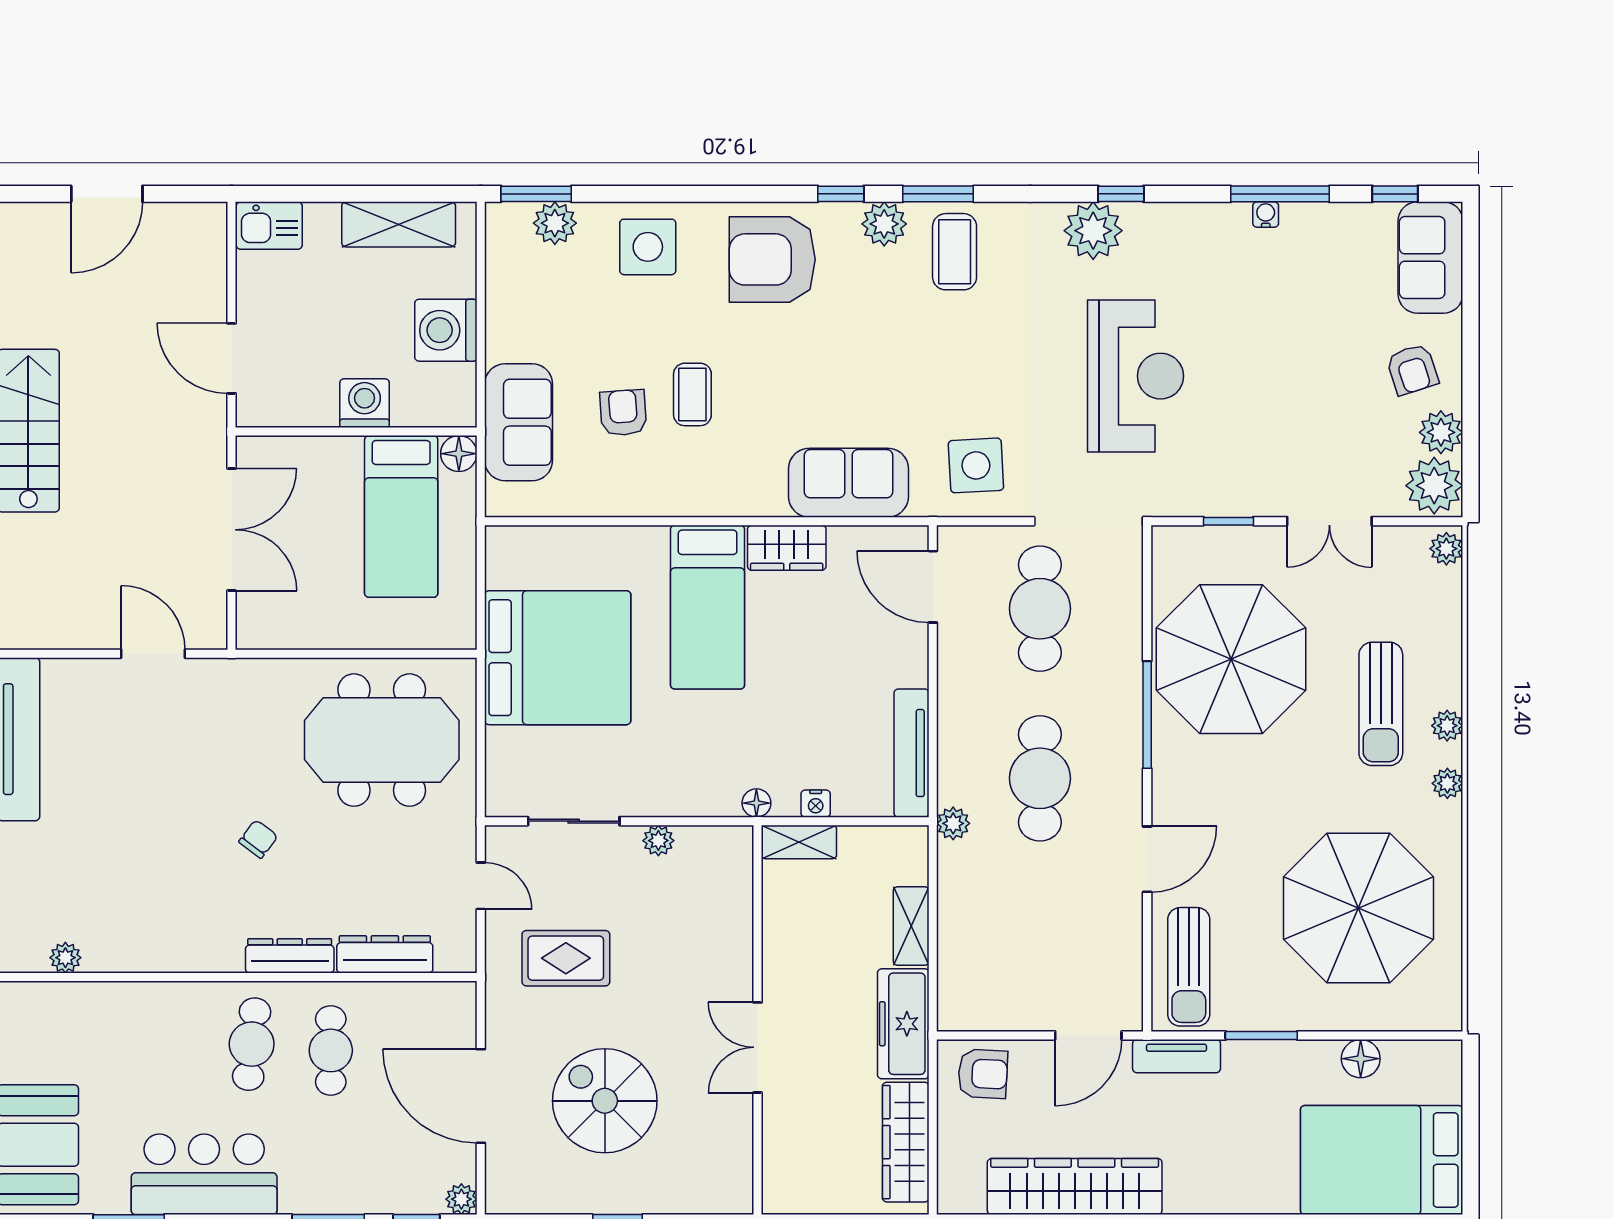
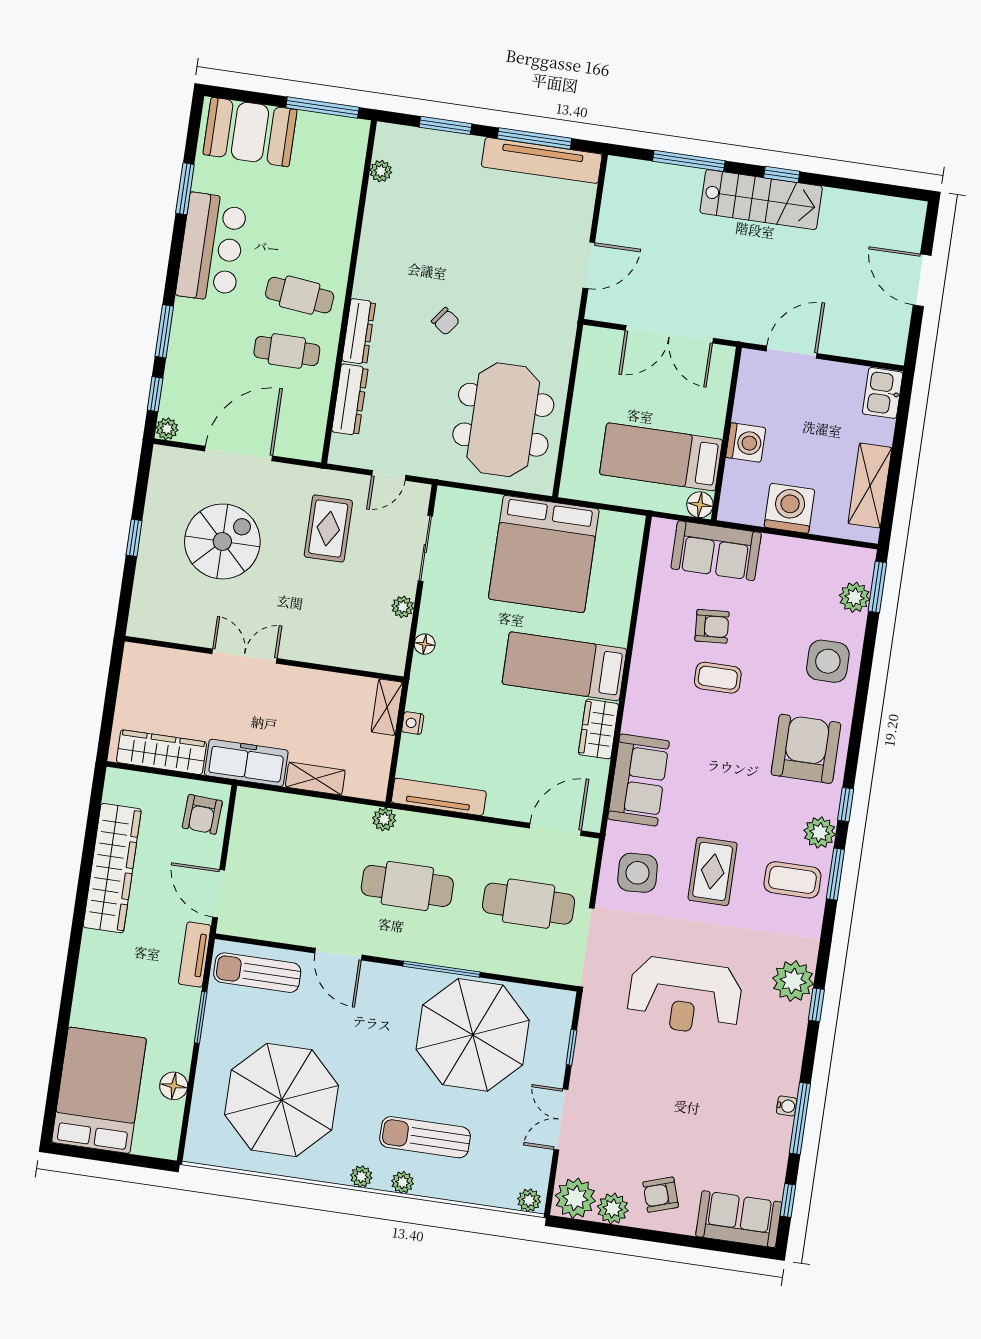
rug: (959, 363) -> (713, 871), added
floor lamp: (756, 803) -> (425, 644), moved

